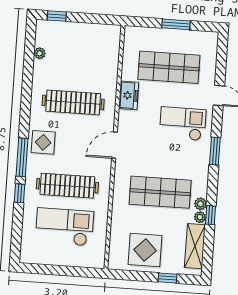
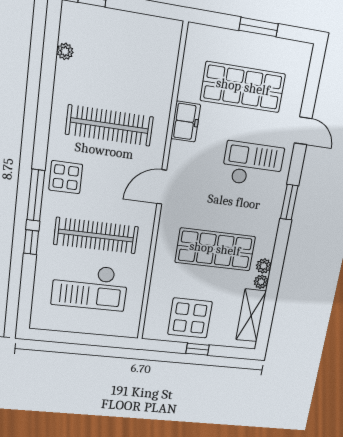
window: (210, 215) -> (274, 280), removed
checkout: (65, 227) -> (90, 287), turned 180
window: (167, 278) -> (198, 349), moved

